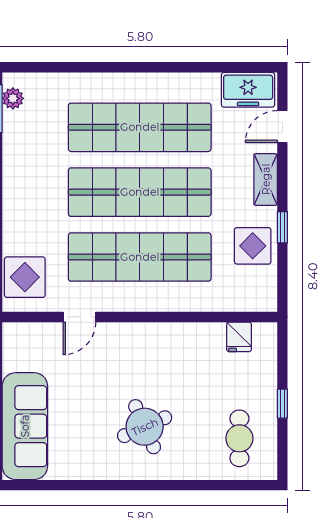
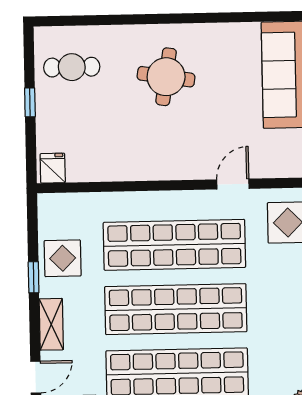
fridge: (239, 337) -> (53, 168), moved
round table: (145, 427) -> (166, 77), turned 33
cafe table: (239, 438) -> (72, 67), turned 90

